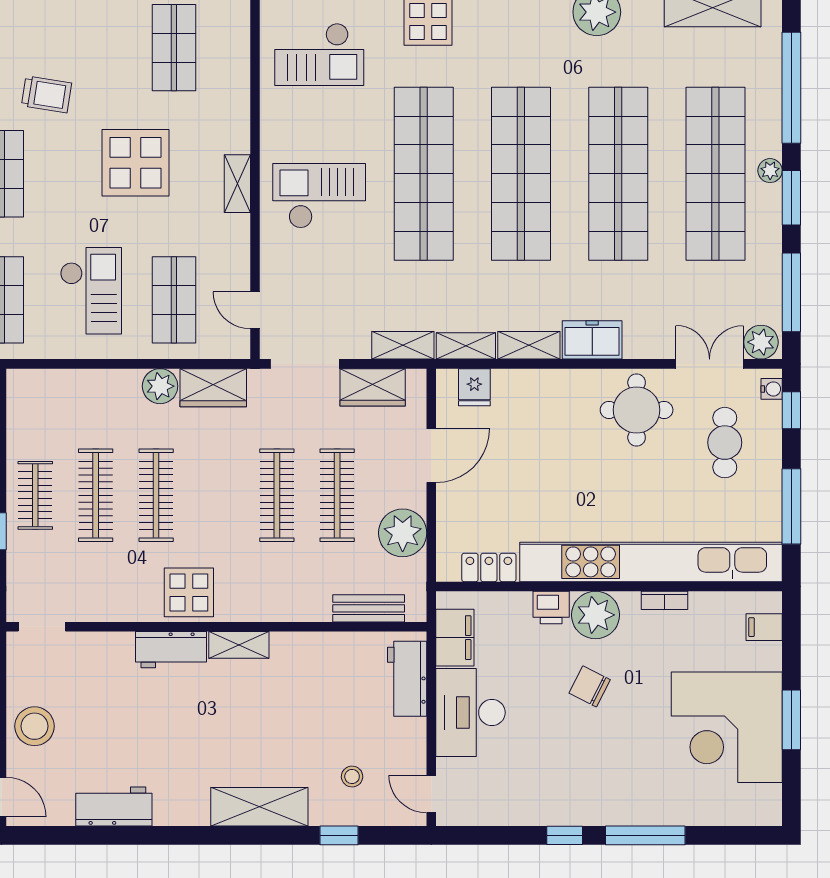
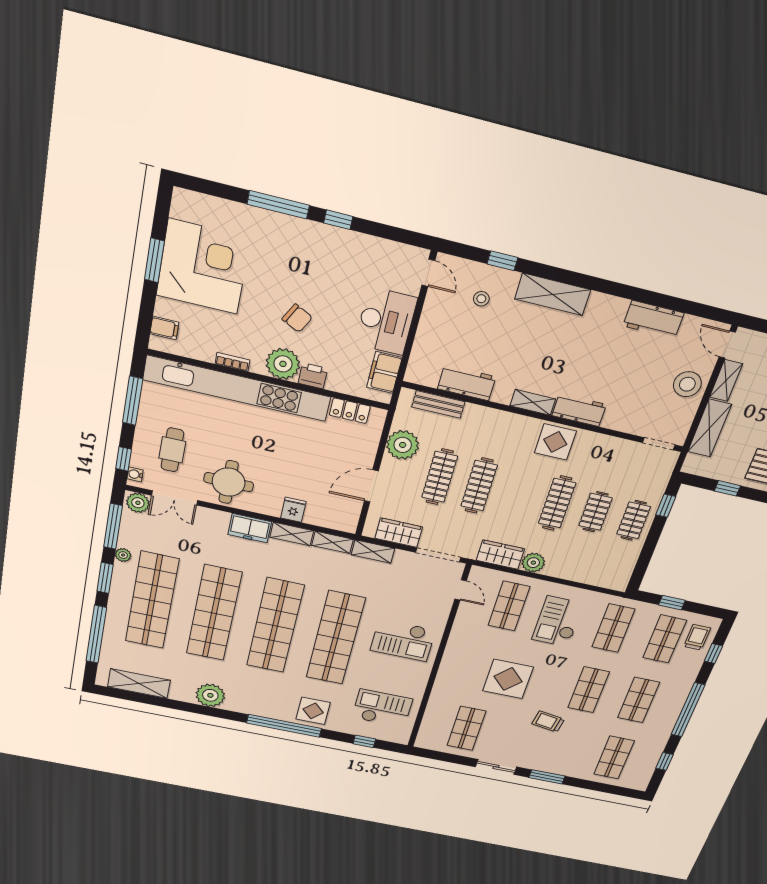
plant: (770, 171) -> (123, 555), moved
shelving: (237, 184) -> (451, 656), removed
fridge: (474, 387) -> (293, 510), moved
clothes rail: (96, 495) -> (596, 512), width x0.73
workbench: (407, 679) -> (467, 383), moved, turned -90

